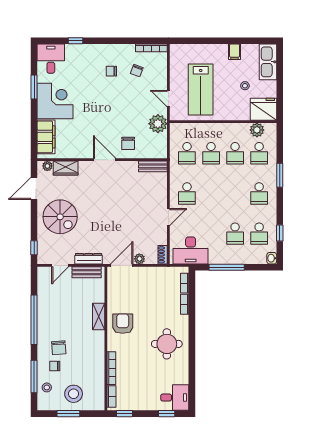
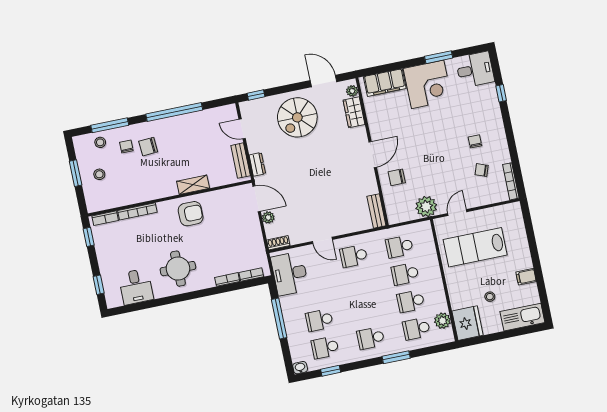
dresser: (89, 259) -> (257, 164), width x0.70
stool: (74, 394) -> (99, 174), width x0.53, depth x0.53
desk: (175, 398) -> (136, 287), moved

